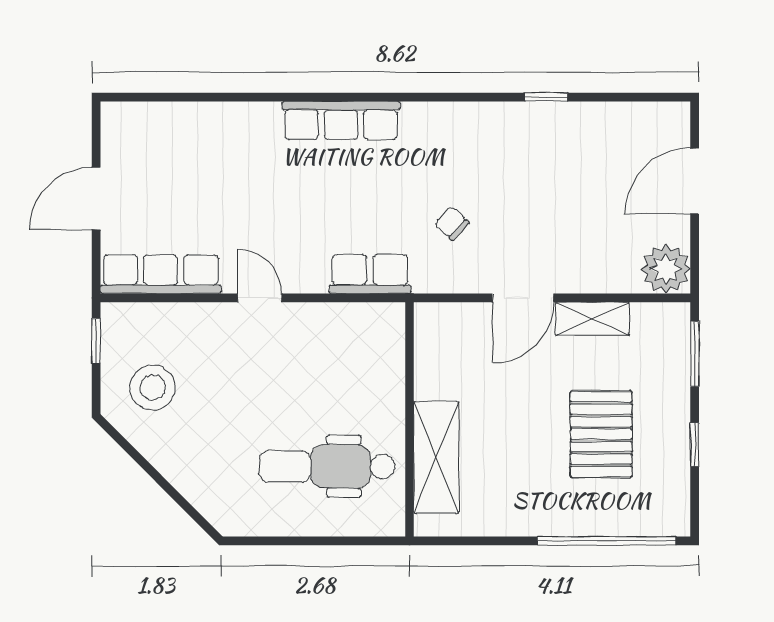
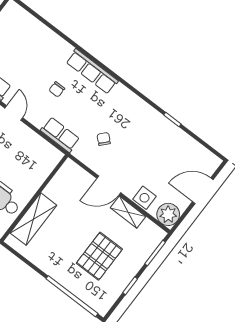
chair: (303, 199) -> (57, 89), added
side table: (602, 272) -> (144, 198), added

